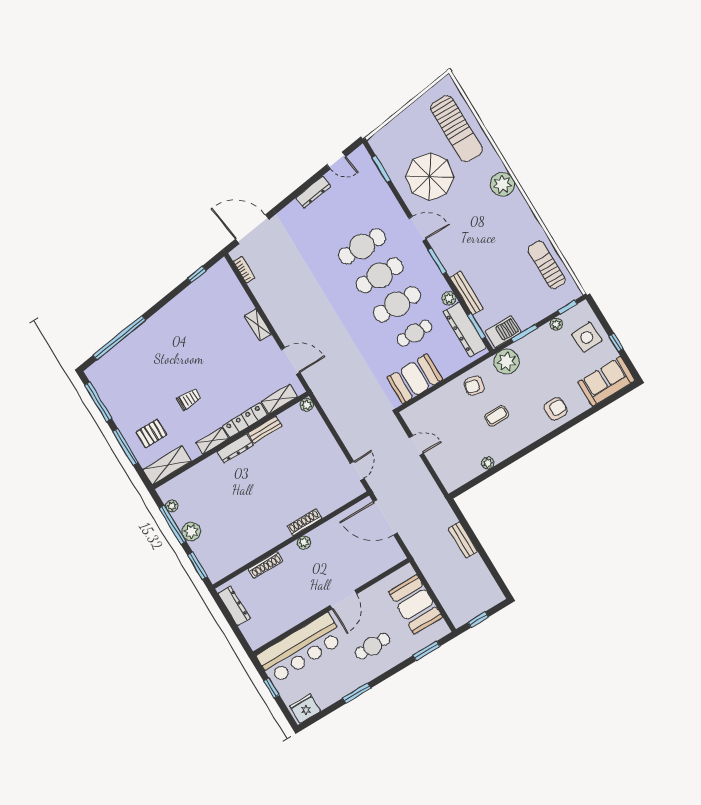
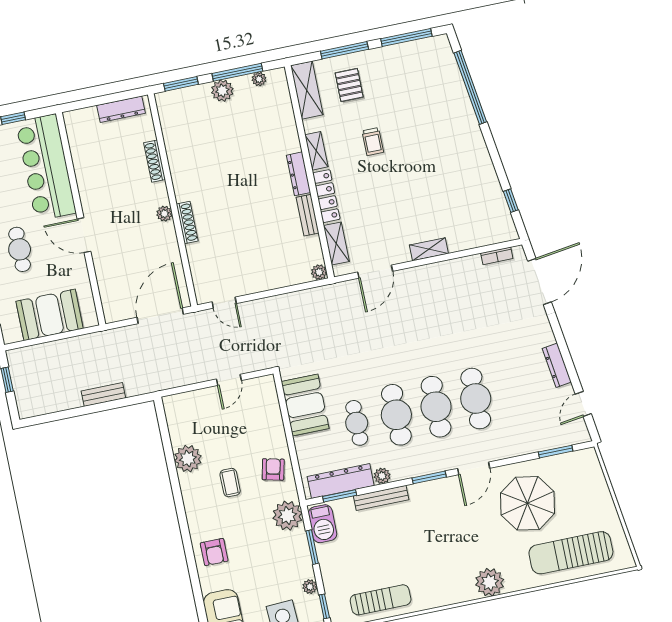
plant: (488, 463) -> (188, 459), width x1.87, depth x1.87

